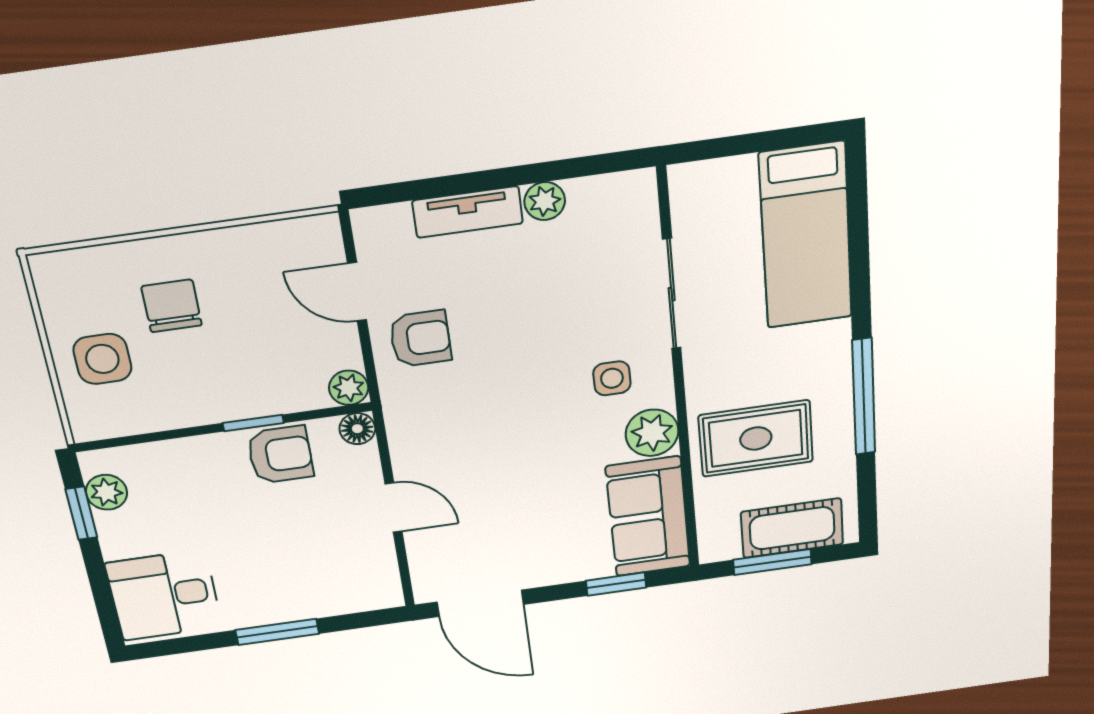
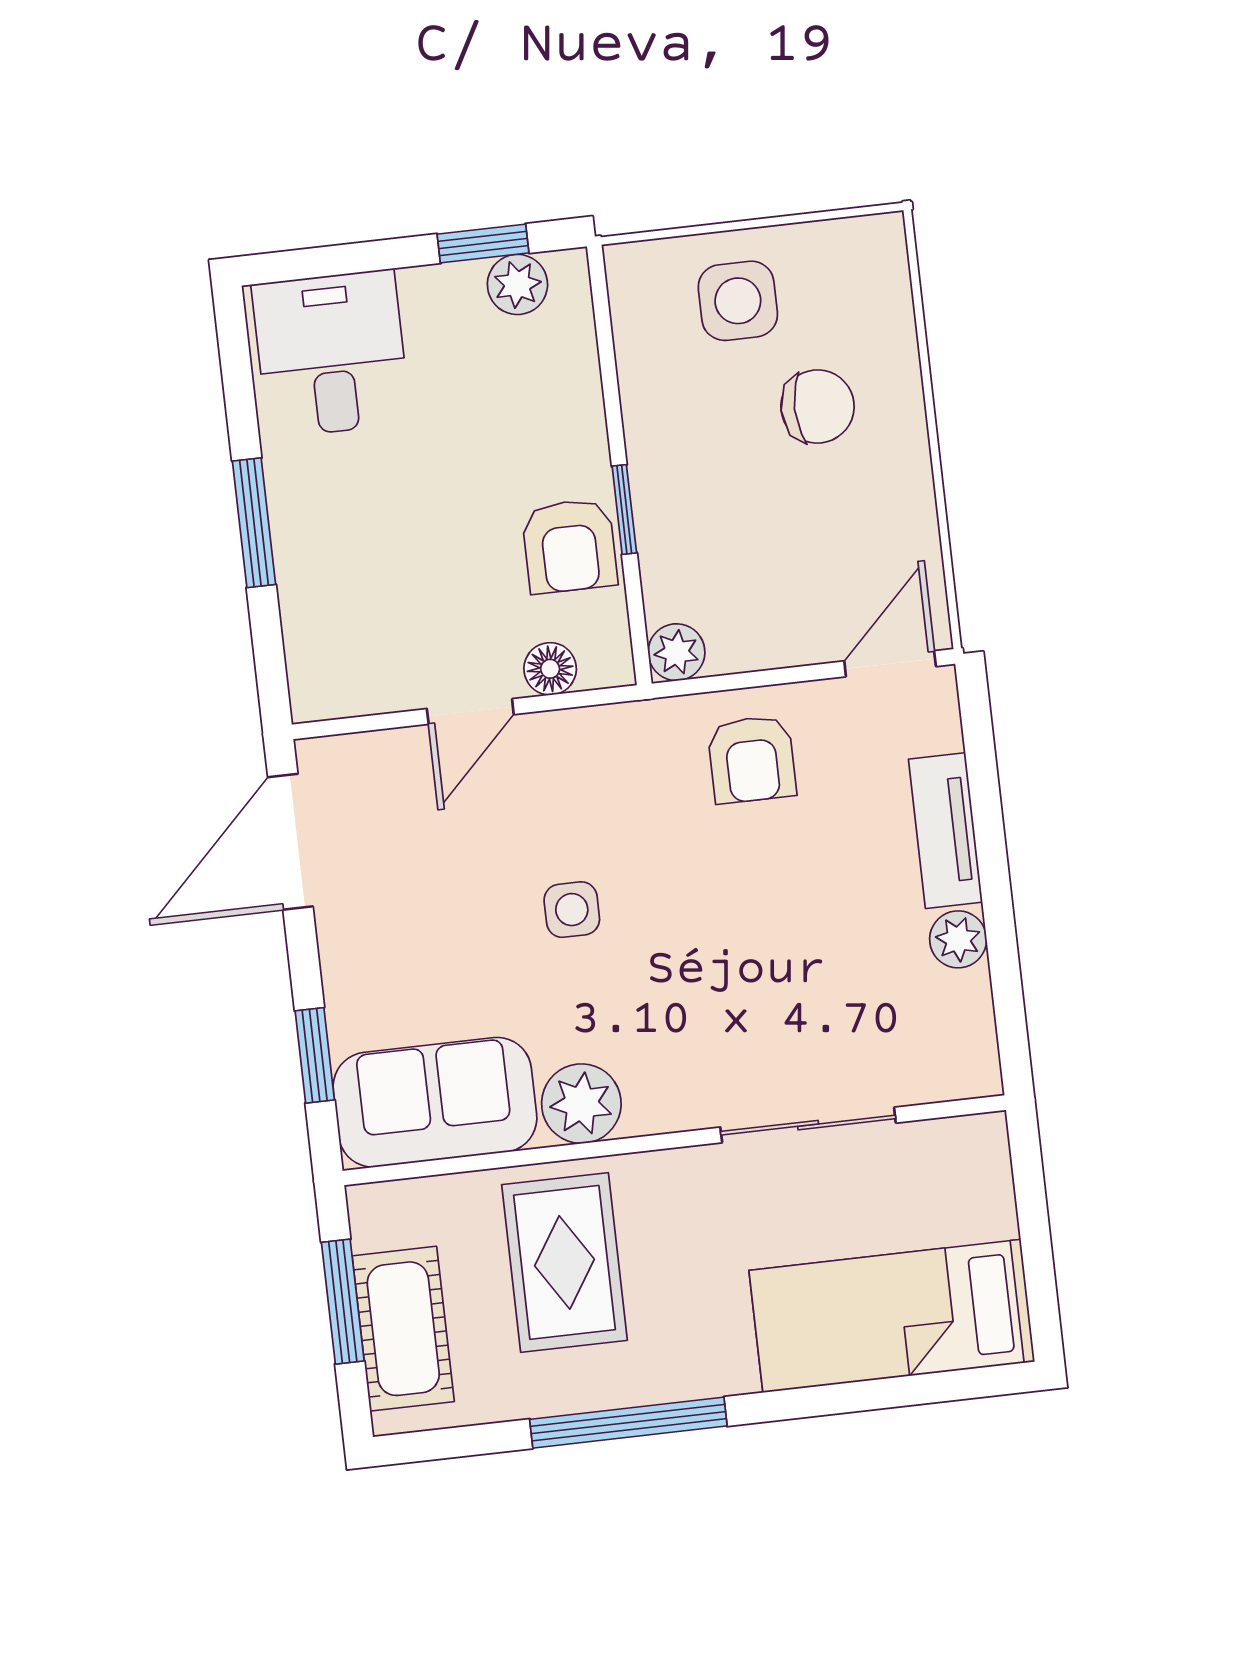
door: (357, 292) -> (890, 664), moved
side table: (612, 378) -> (572, 910), moved
floor lamp: (357, 429) -> (550, 669), moved

